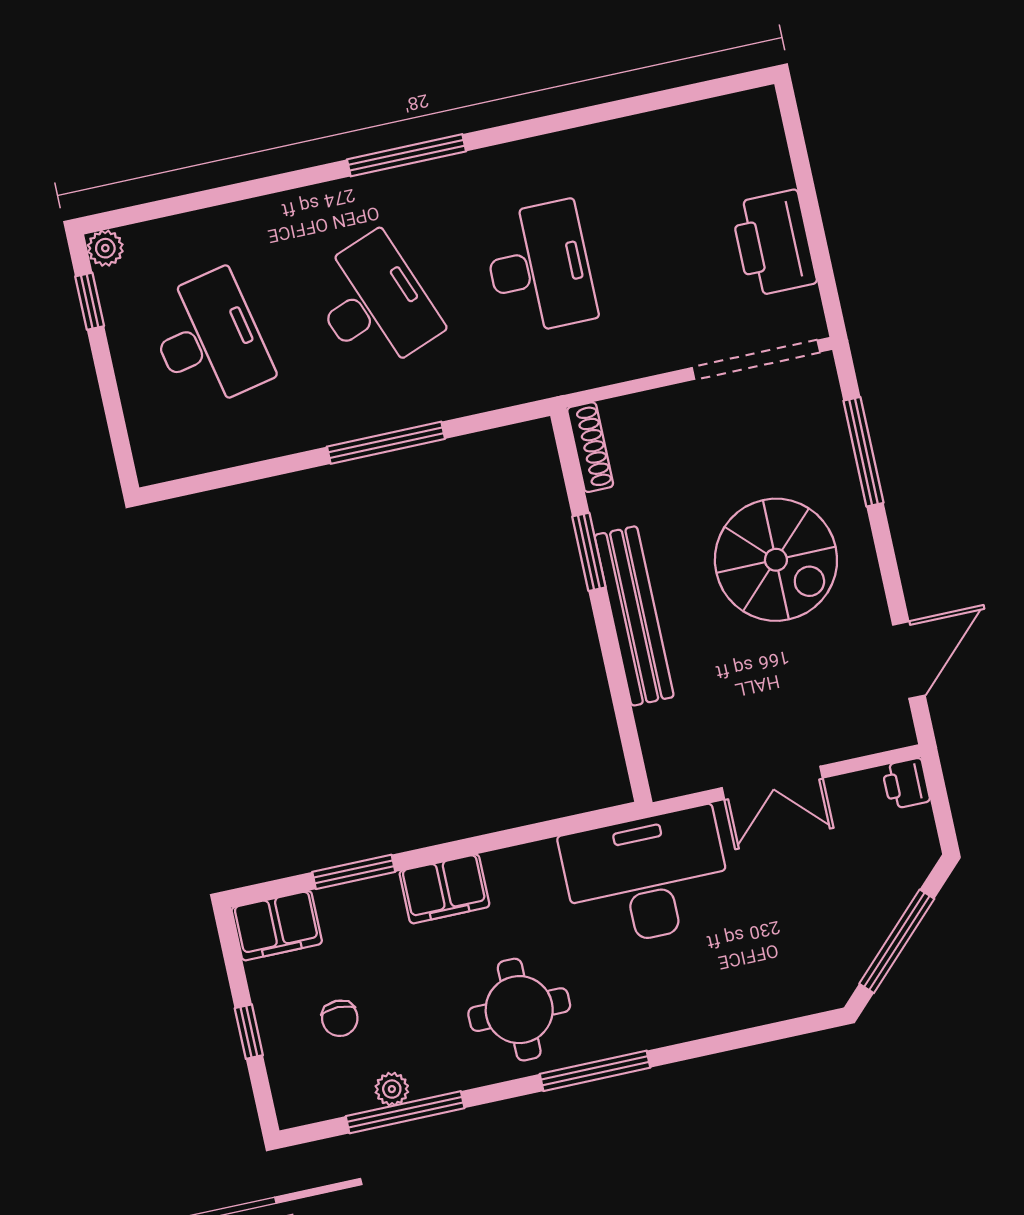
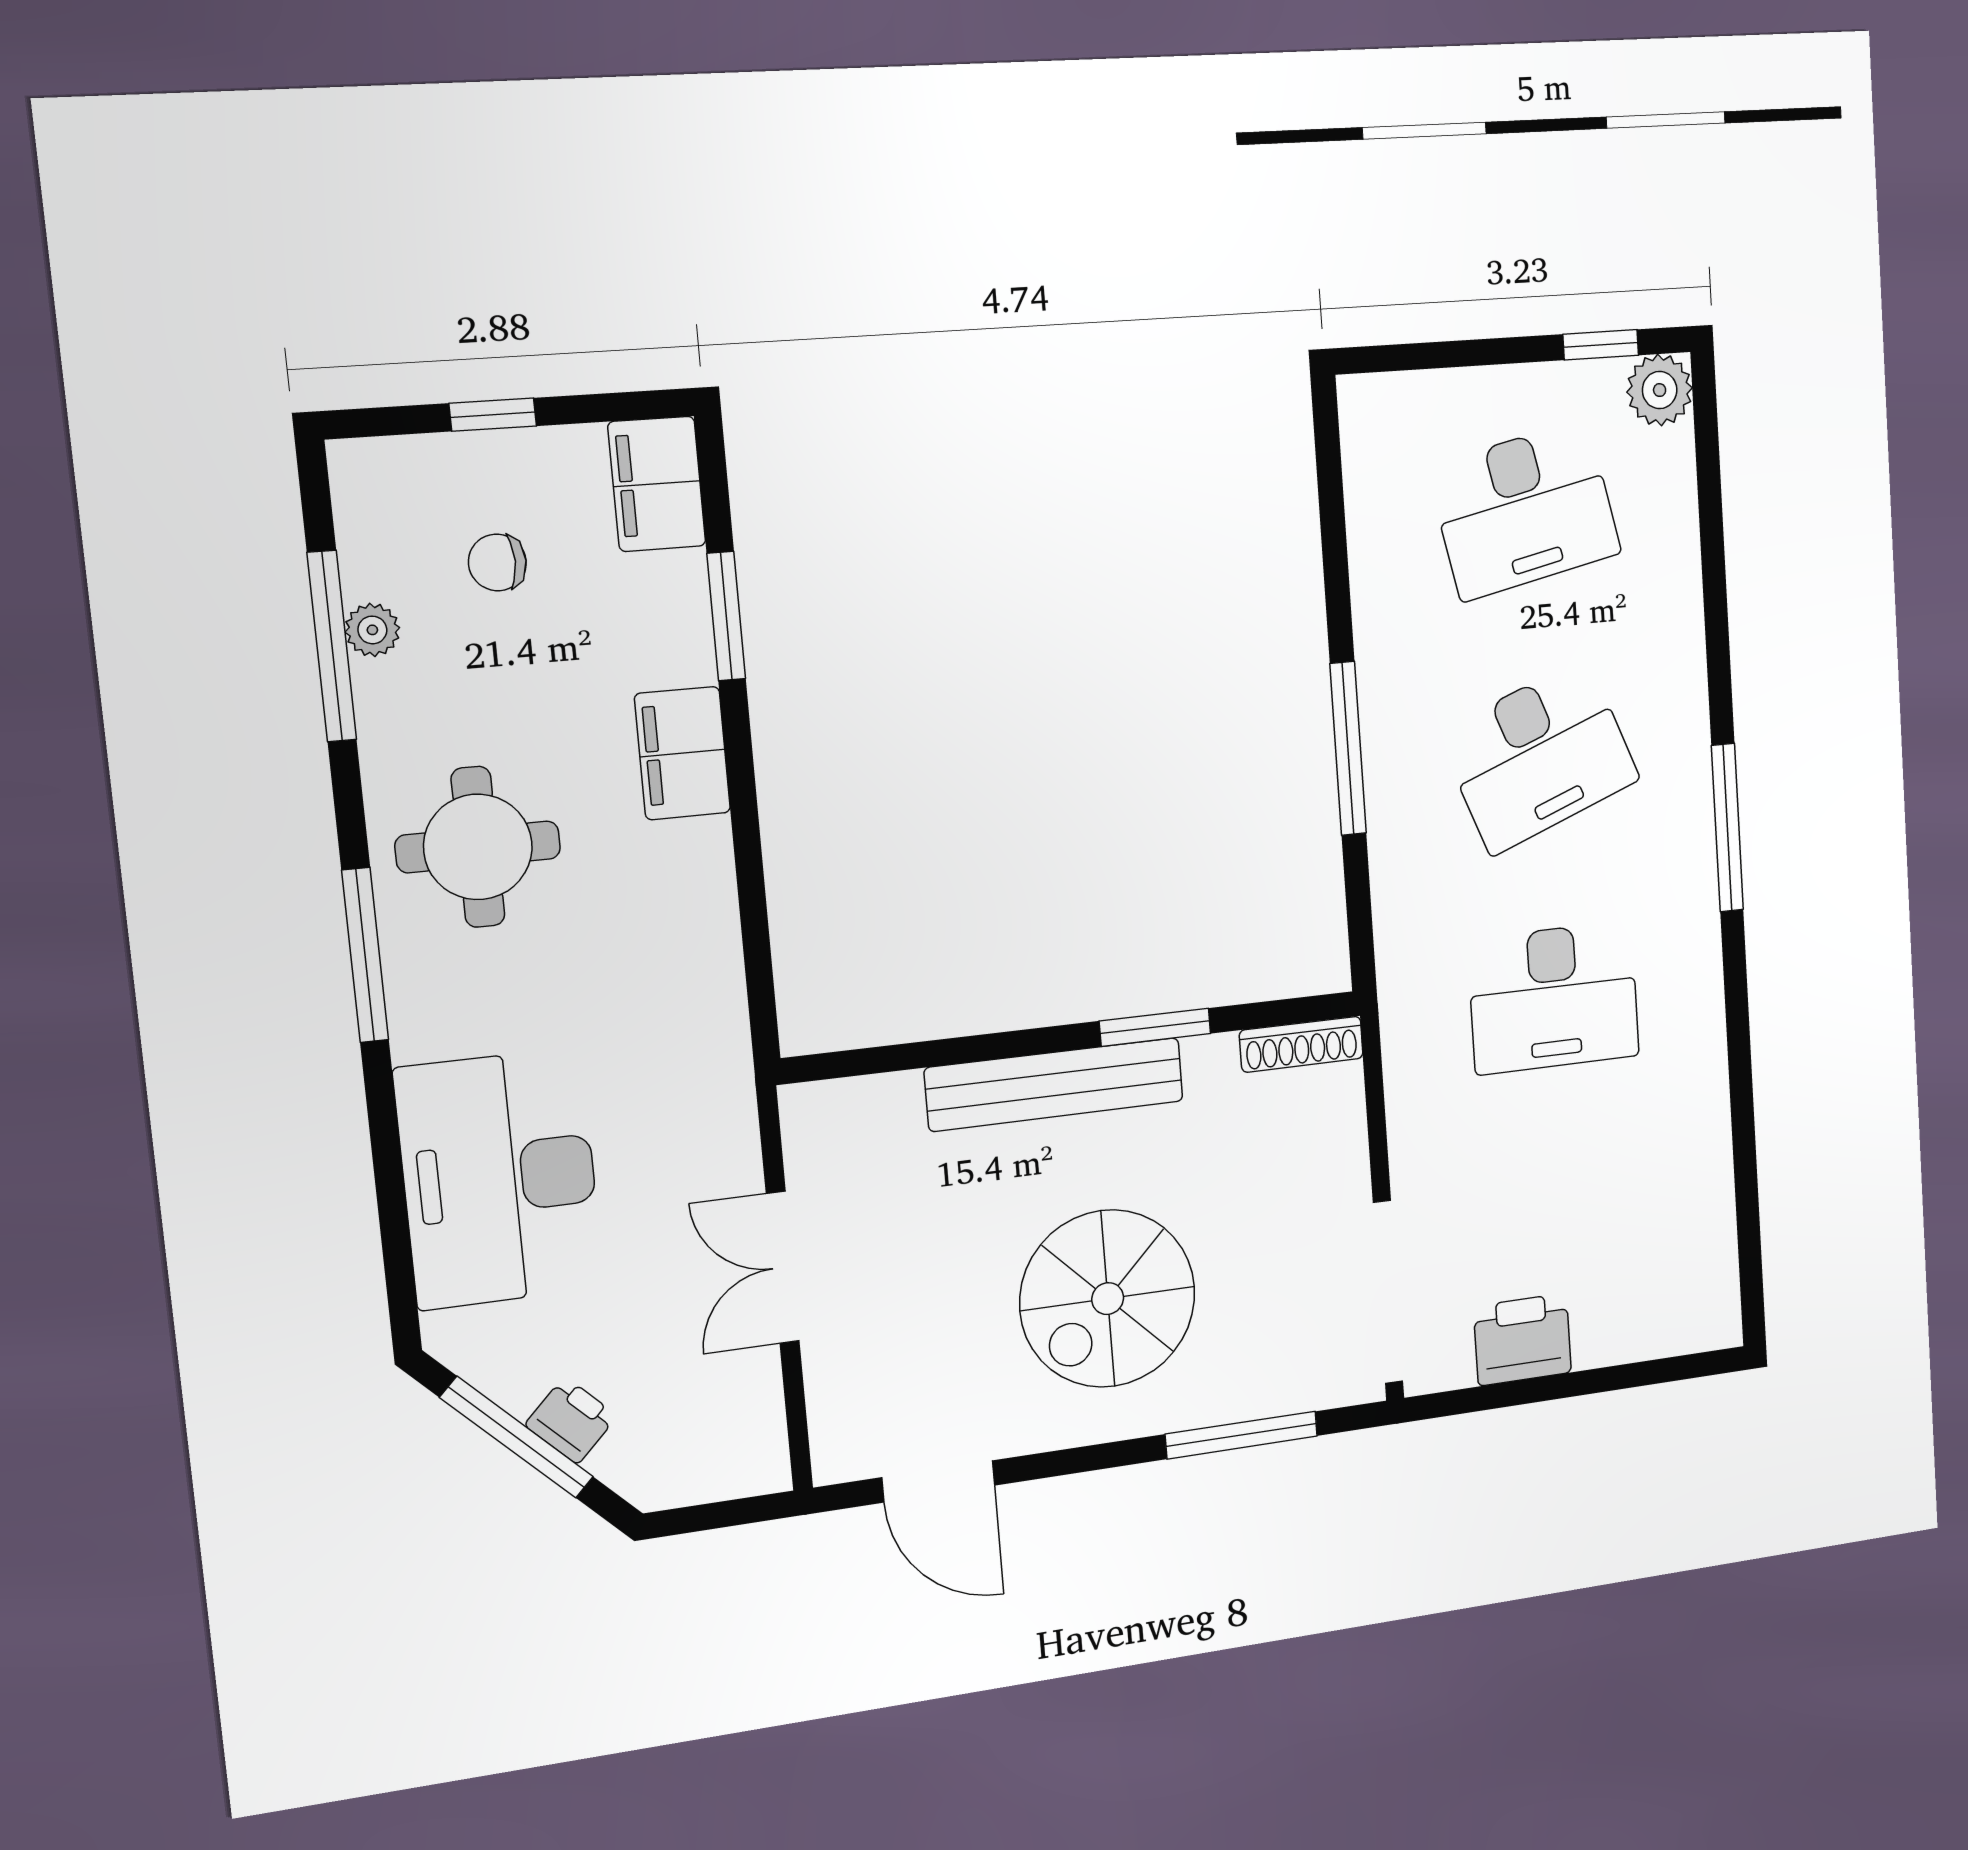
printer: (774, 243) -> (1522, 1339), width x0.73, depth x0.84
plant: (105, 248) -> (1660, 390), width x1.38, depth x1.38
printer: (906, 783) -> (571, 1420), moved, turned 45
desk: (647, 878) -> (499, 1179), moved, turned 180

